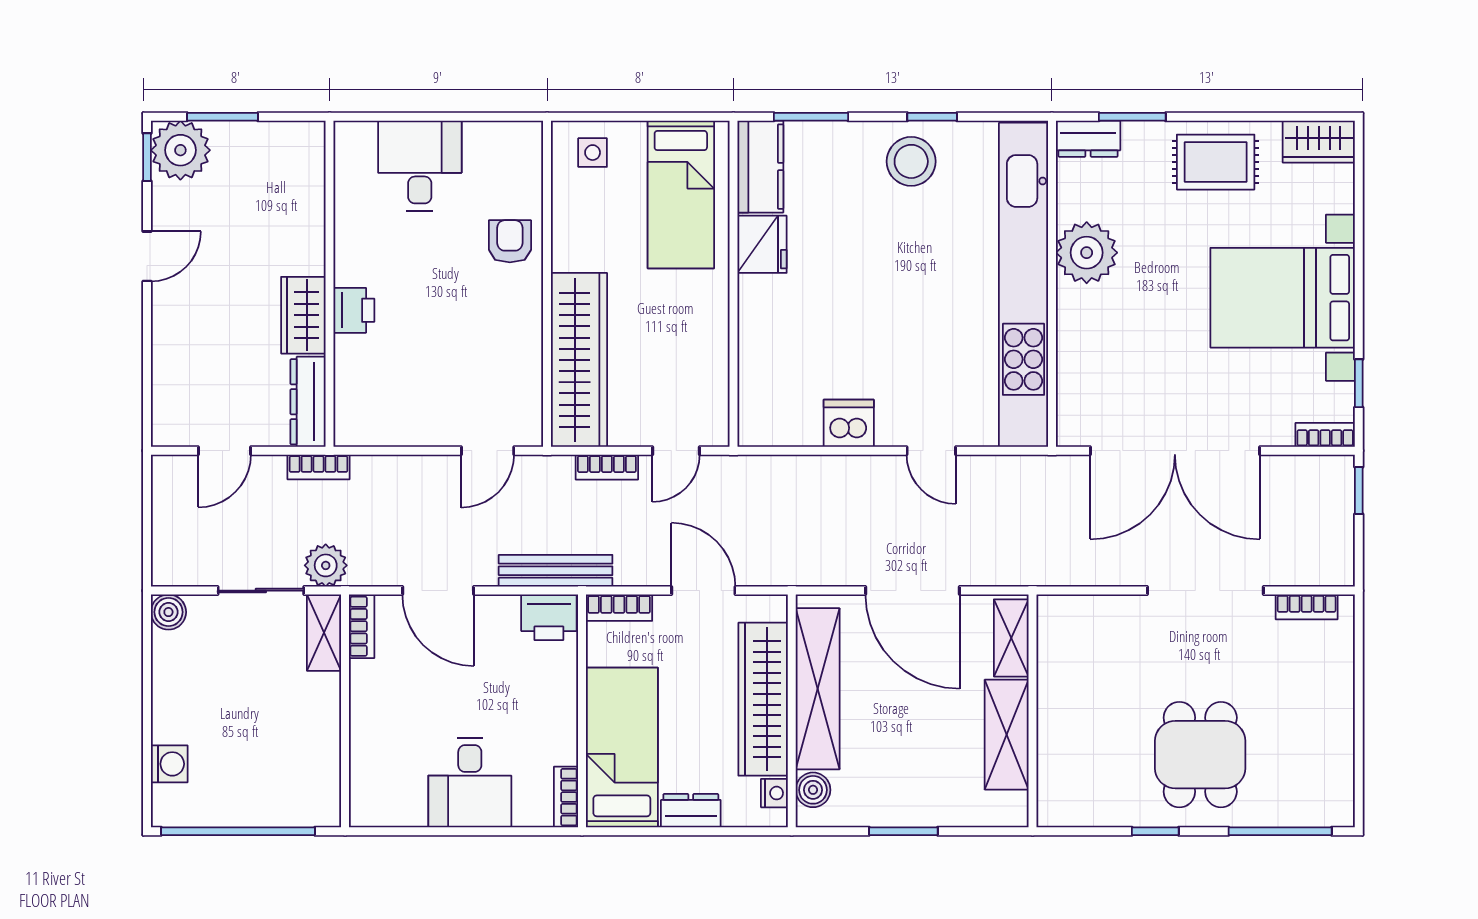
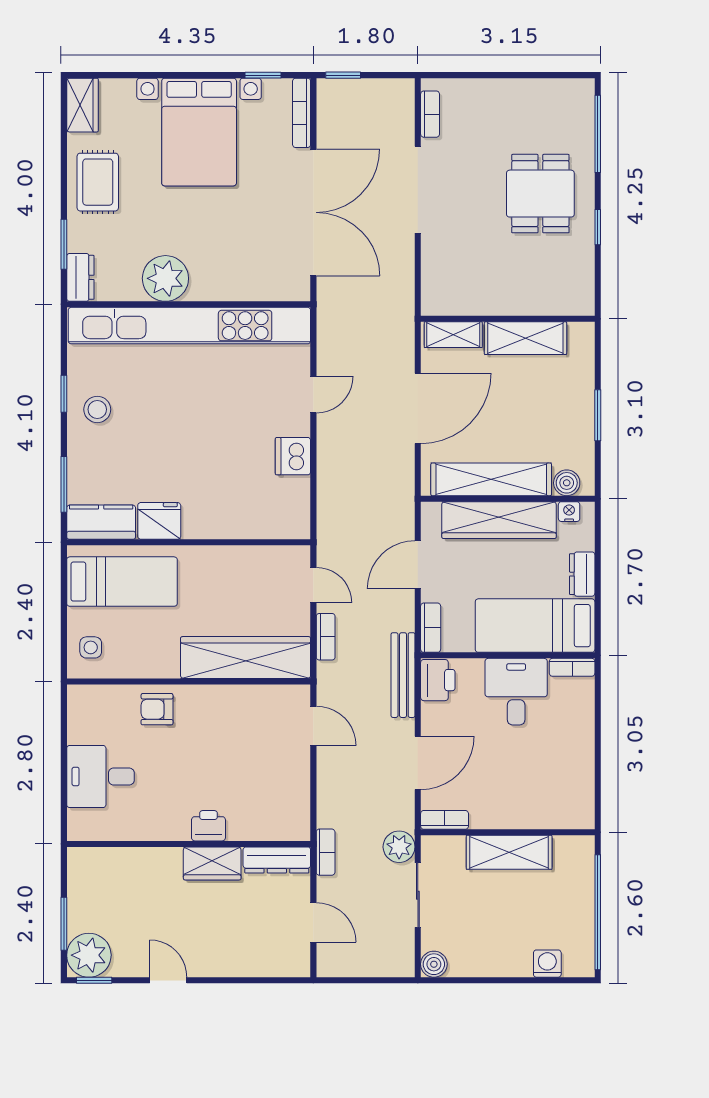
stool: (911, 161) -> (97, 409), width x0.73, depth x0.73
bookcase: (1325, 435) -> (302, 113), width x1.56
shelving: (324, 633) -> (509, 852), moved, width x1.50, depth x1.33
dining table: (1200, 755) -> (540, 194), turned 90
desk: (470, 783) -> (516, 692), moved, turned -90

